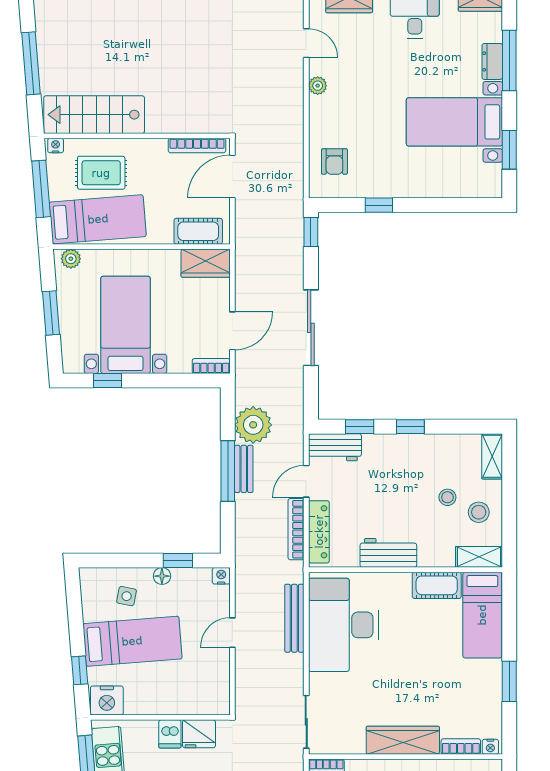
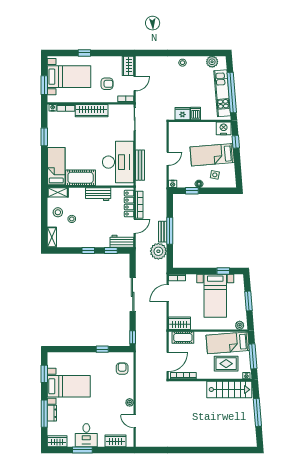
cot: (437, 585) -> (81, 178), width x1.37, depth x1.34

